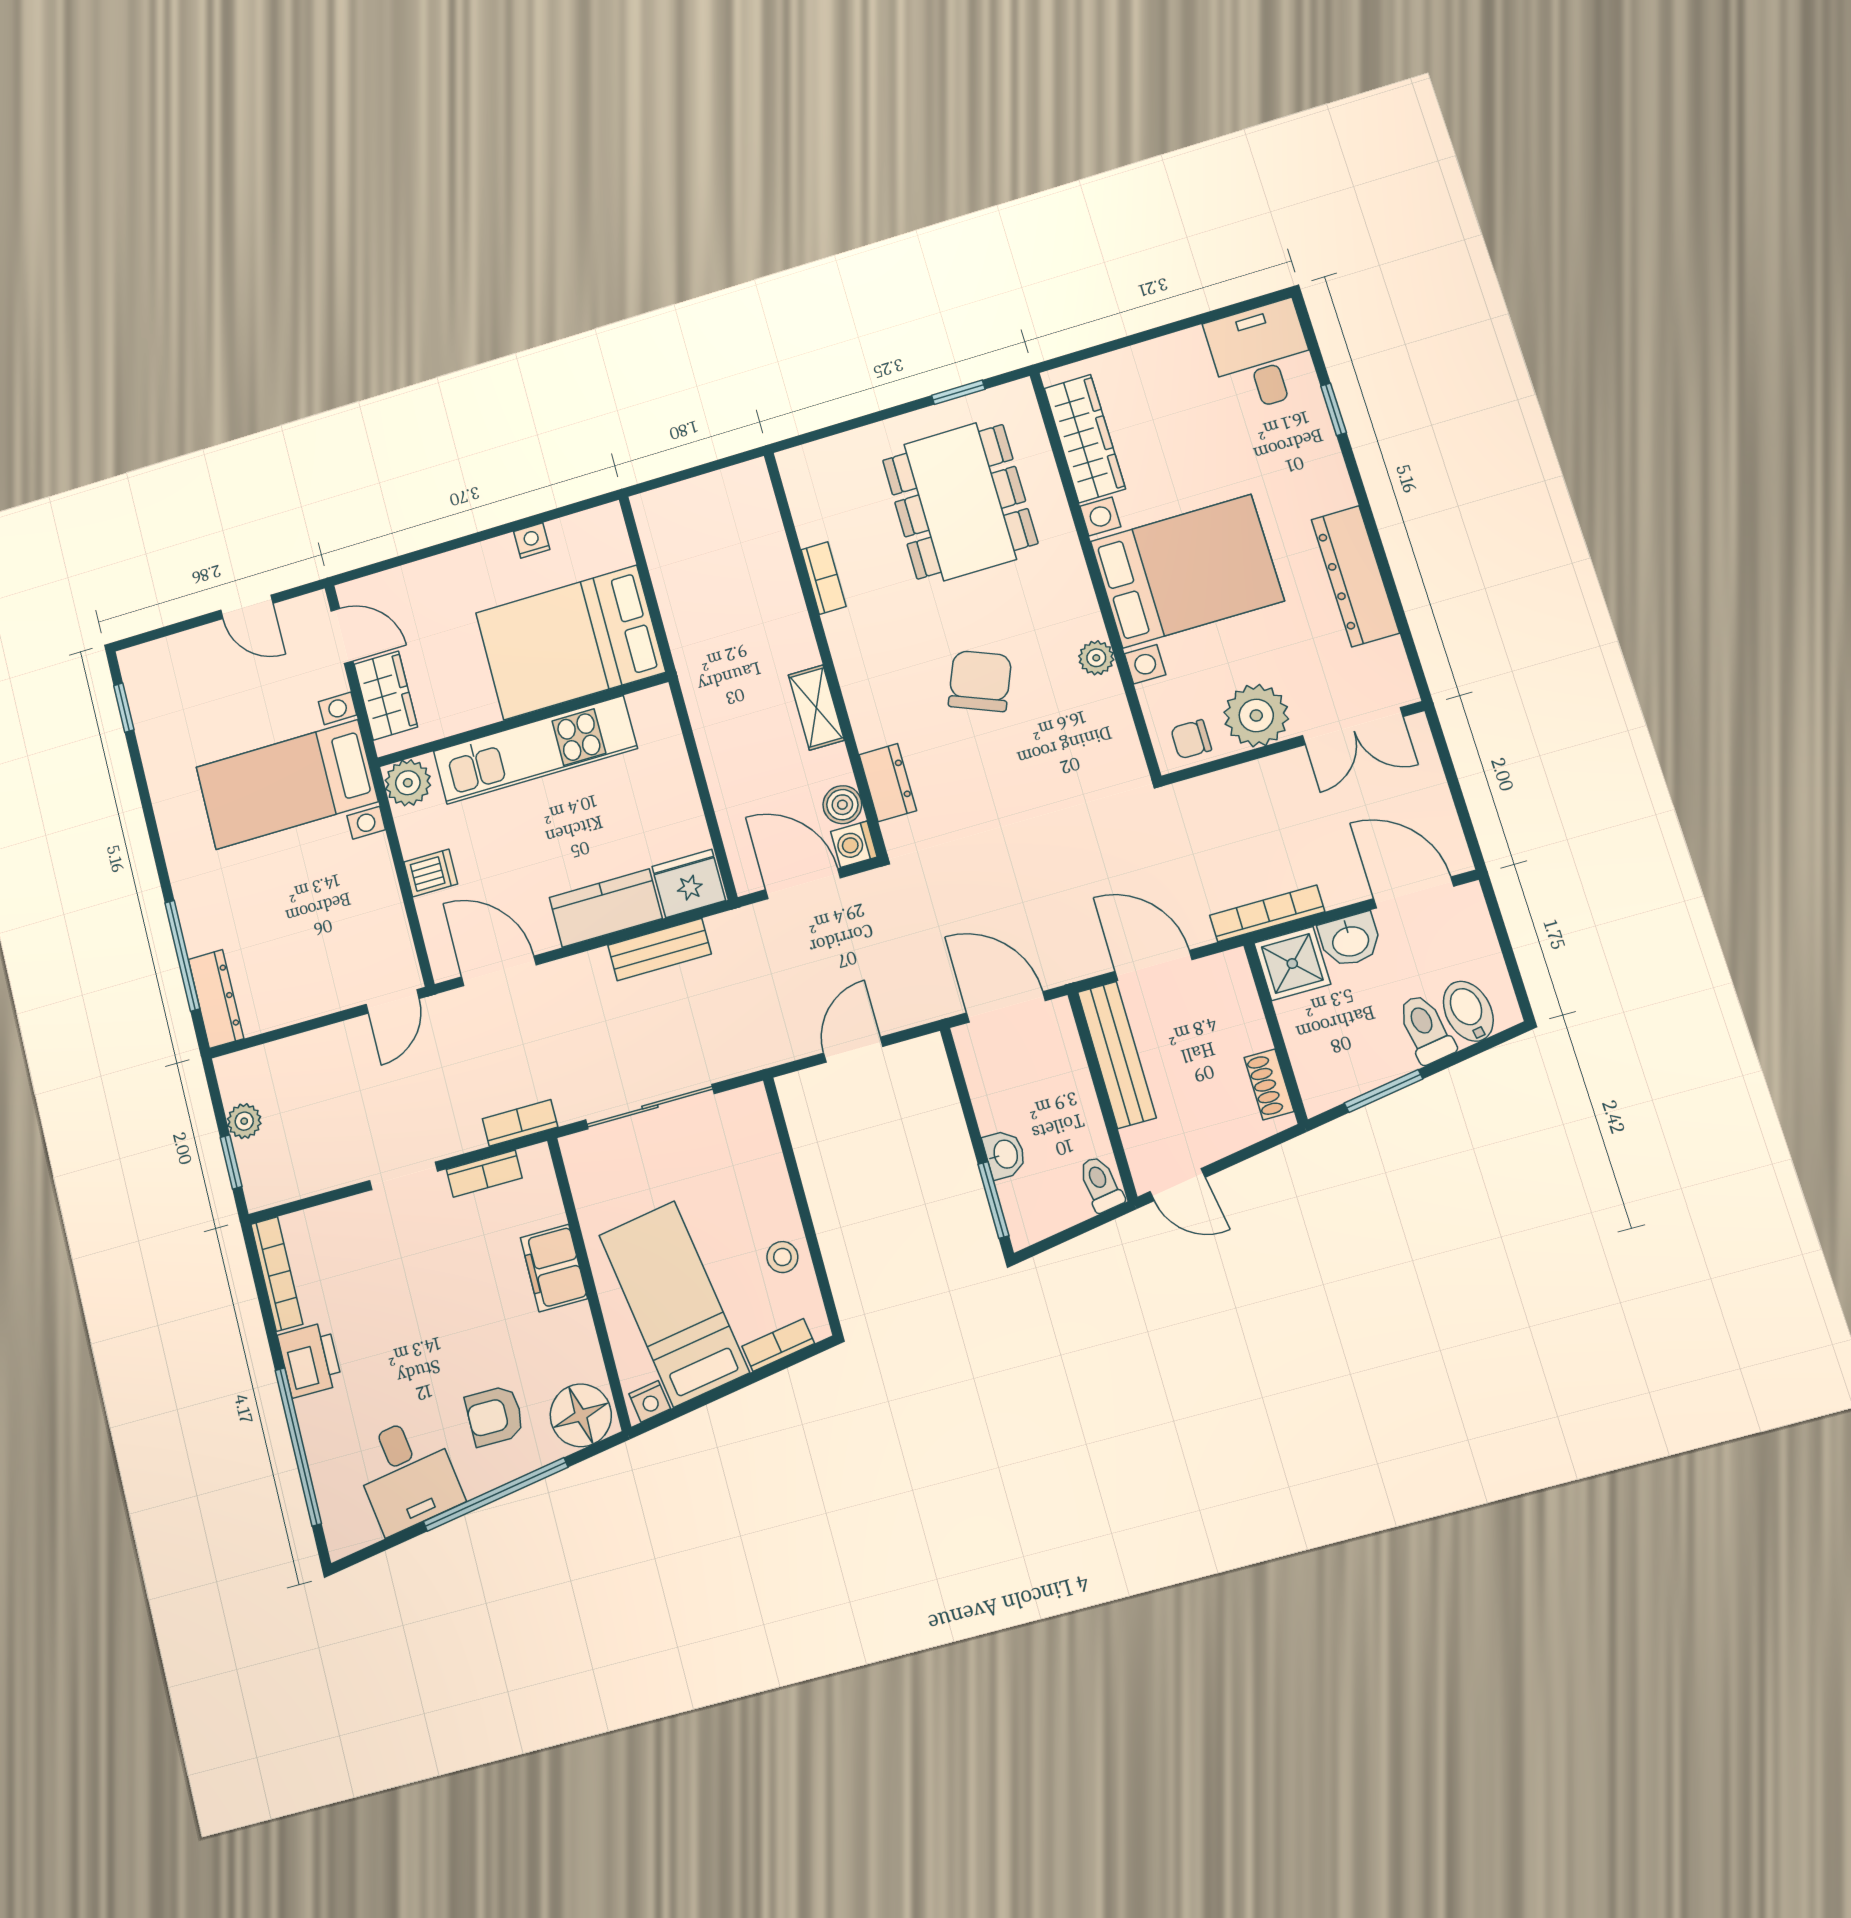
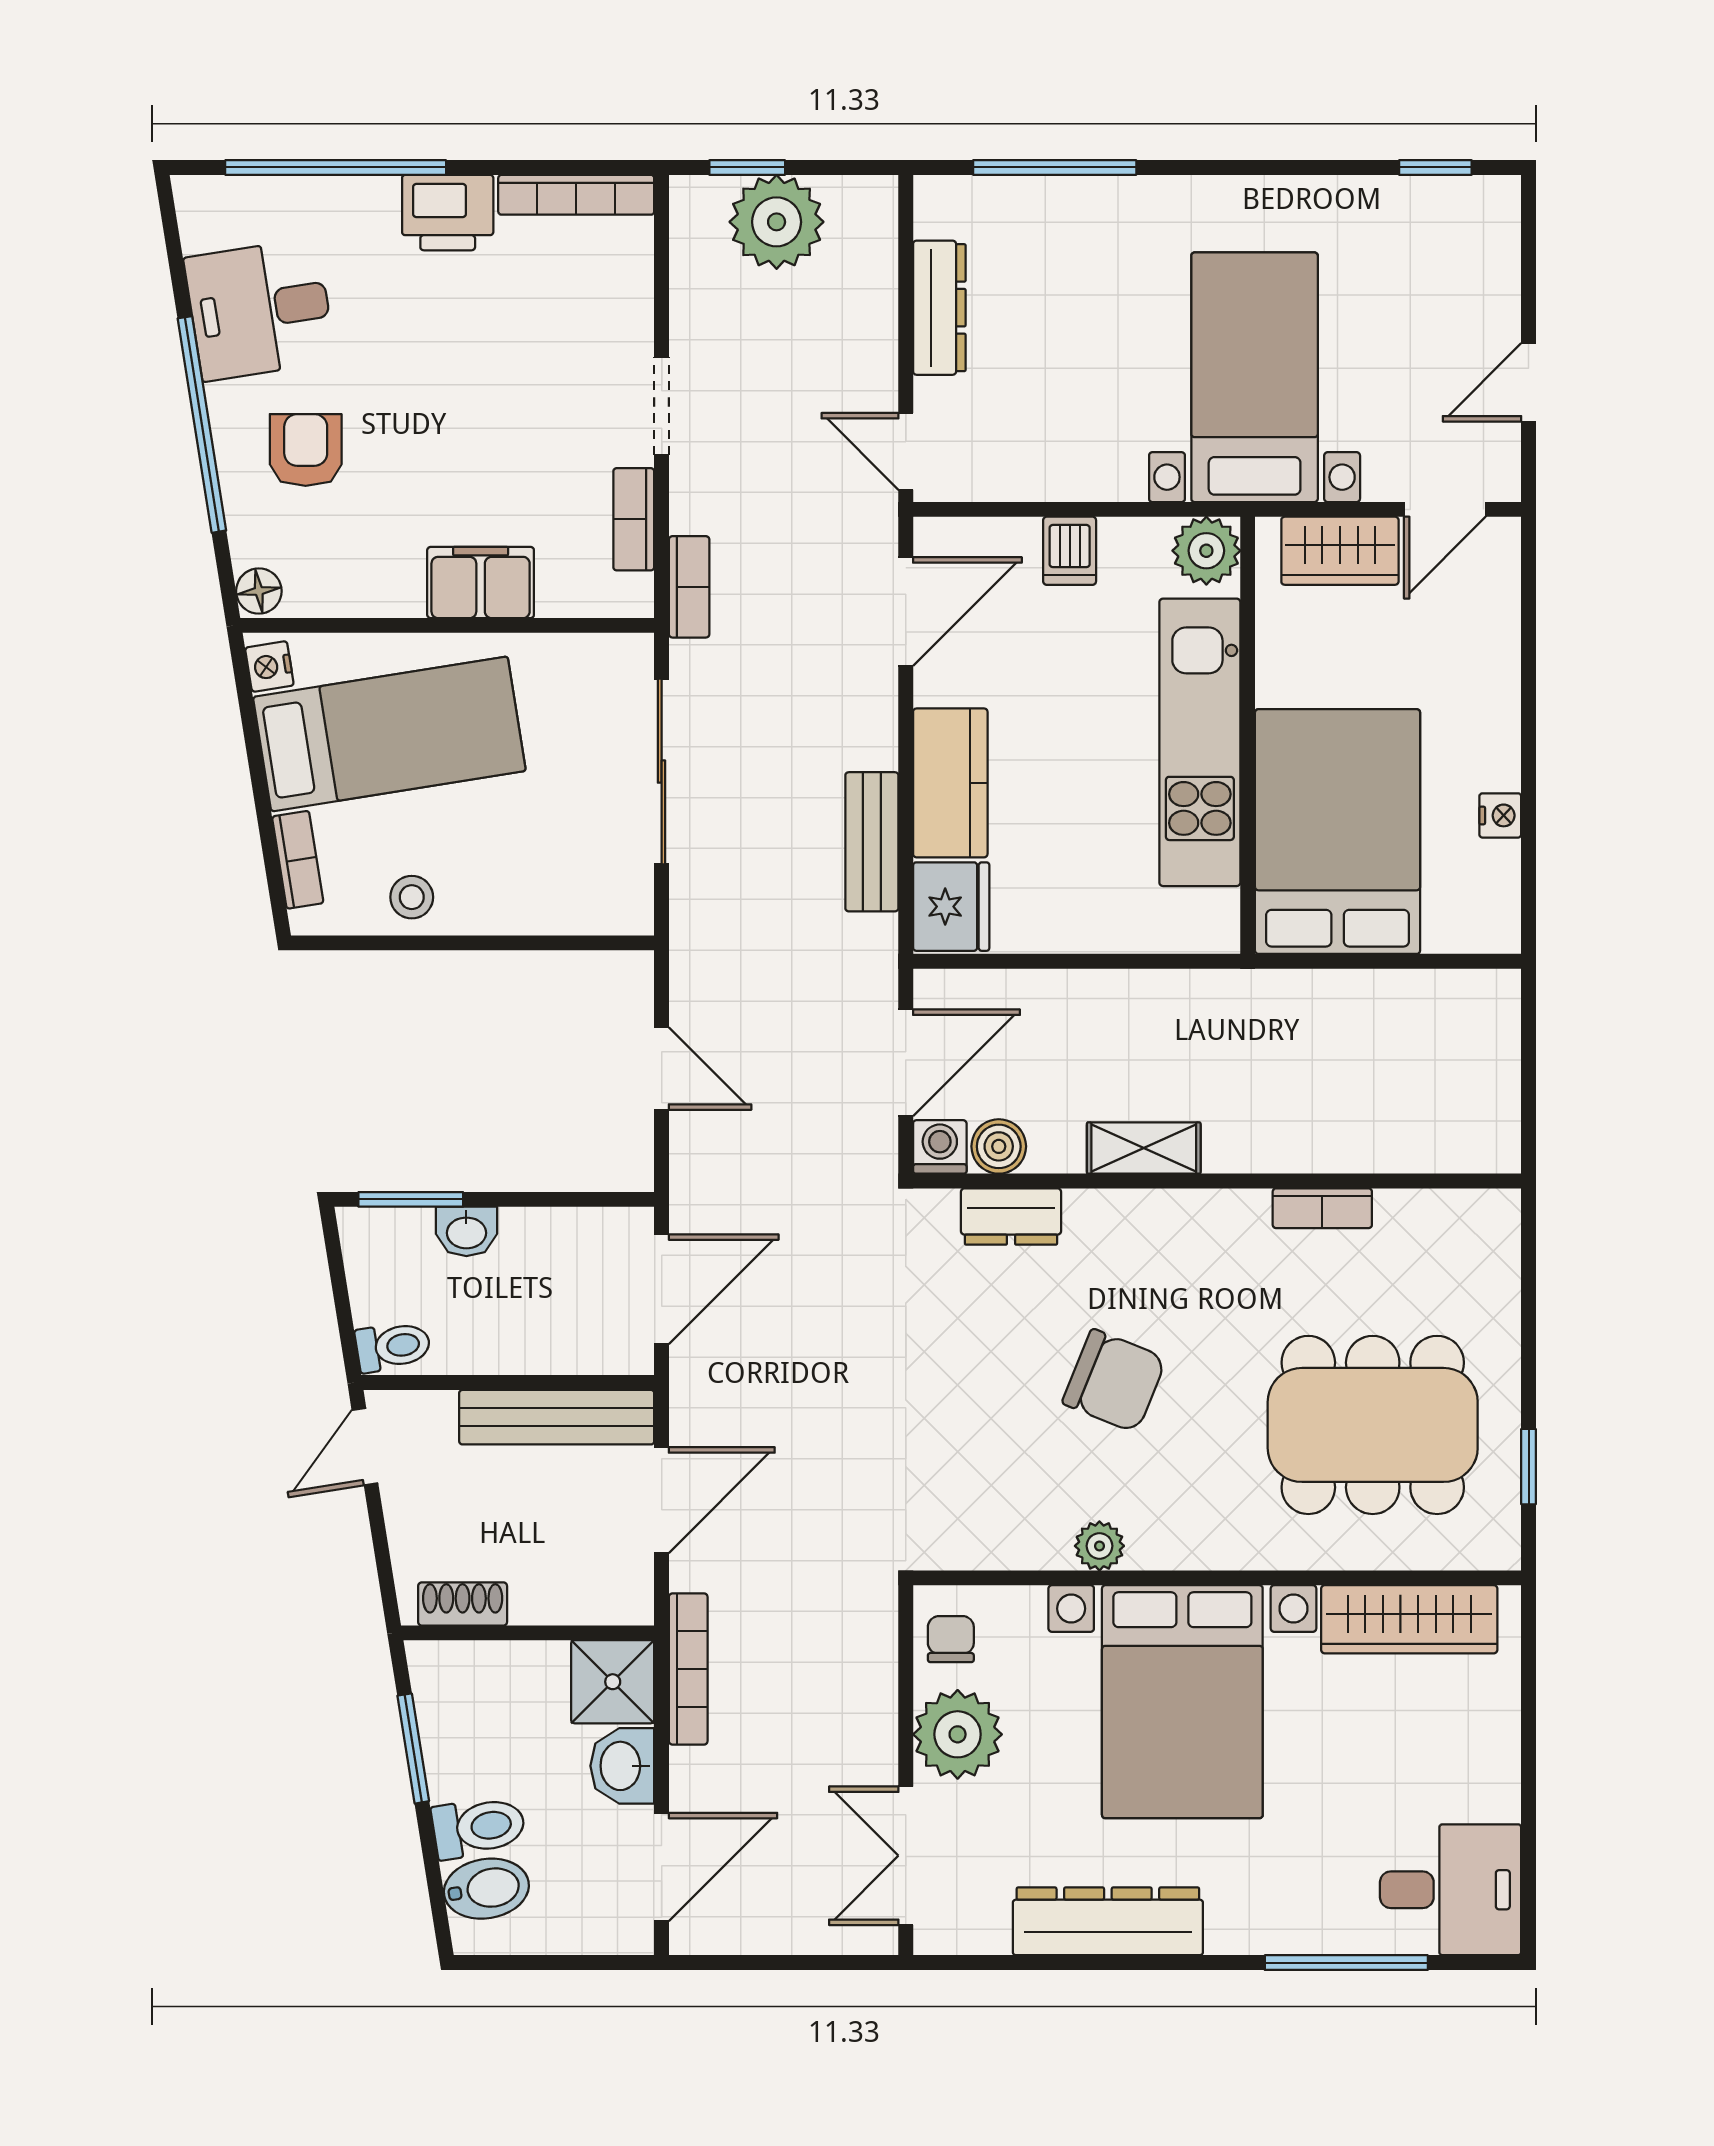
window: (1334, 409) -> (1346, 1963), width x2.17
dresser: (216, 999) -> (939, 308), moved, turned -90
plant: (244, 1121) -> (777, 222), width x1.88, depth x1.88
floor lamp: (581, 1415) -> (259, 591), width x0.53, depth x0.53

